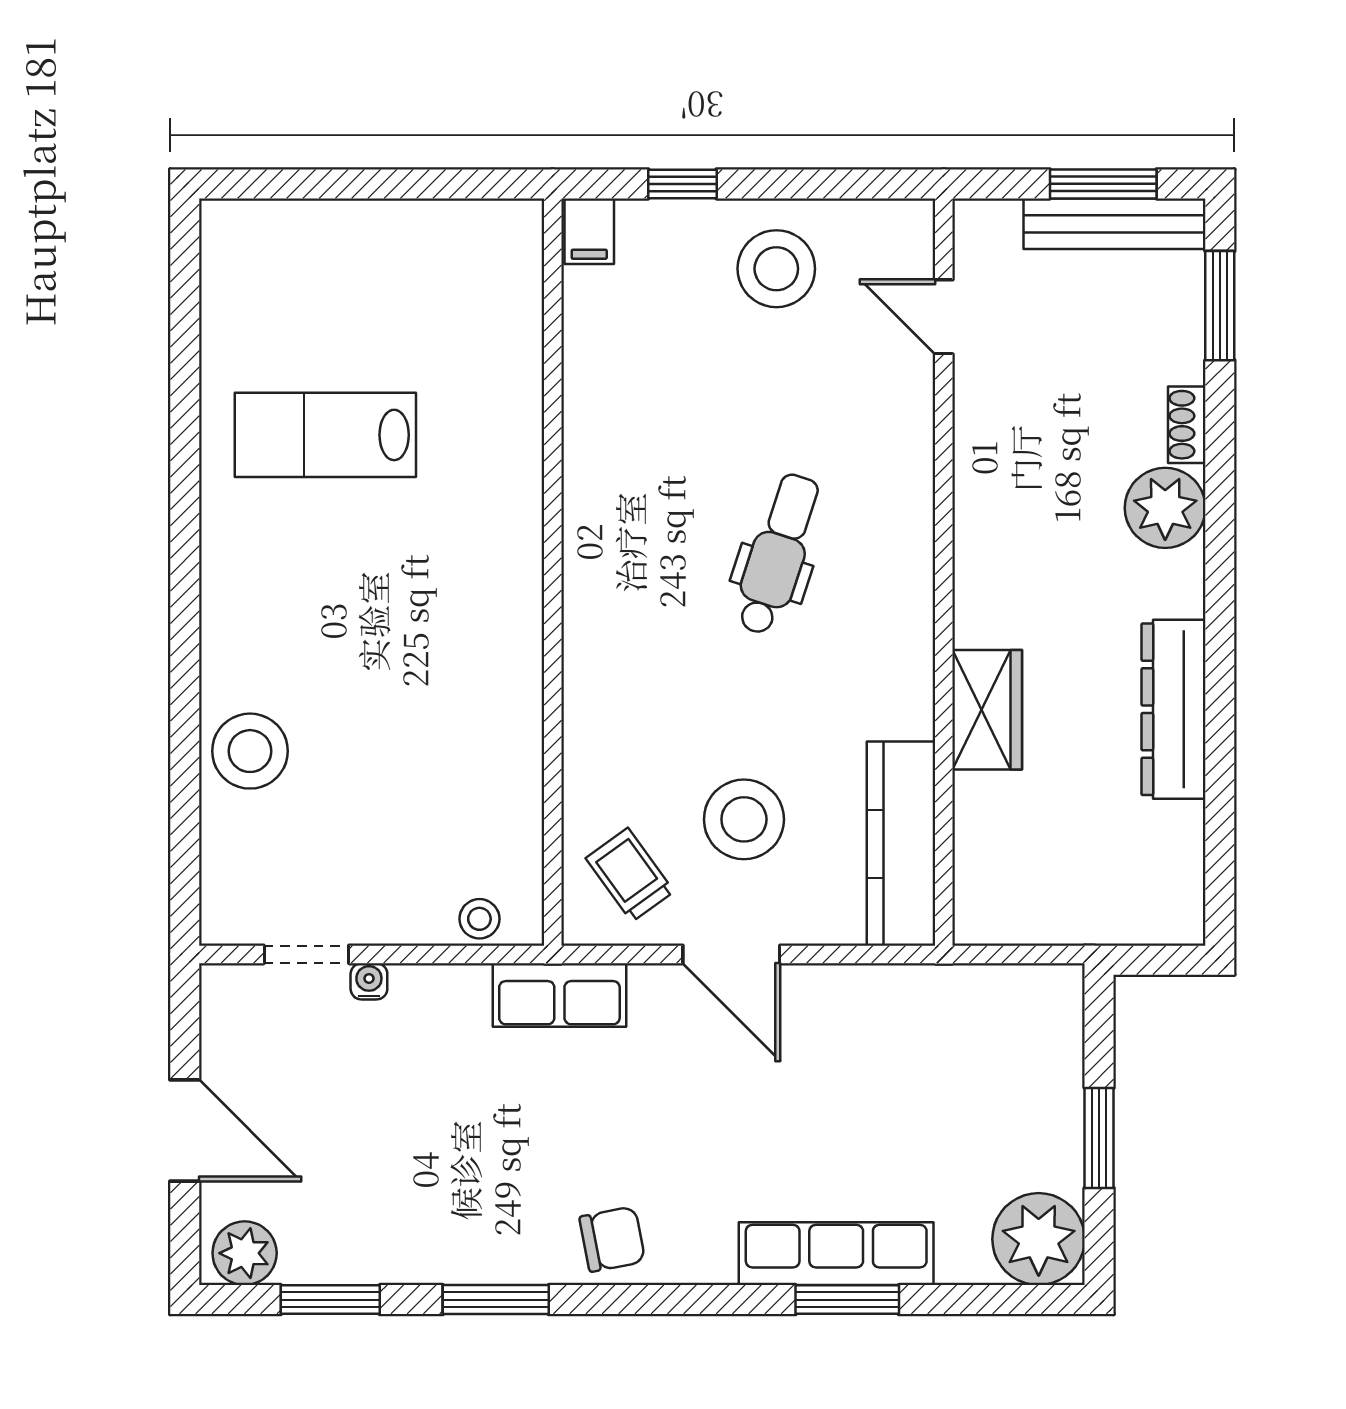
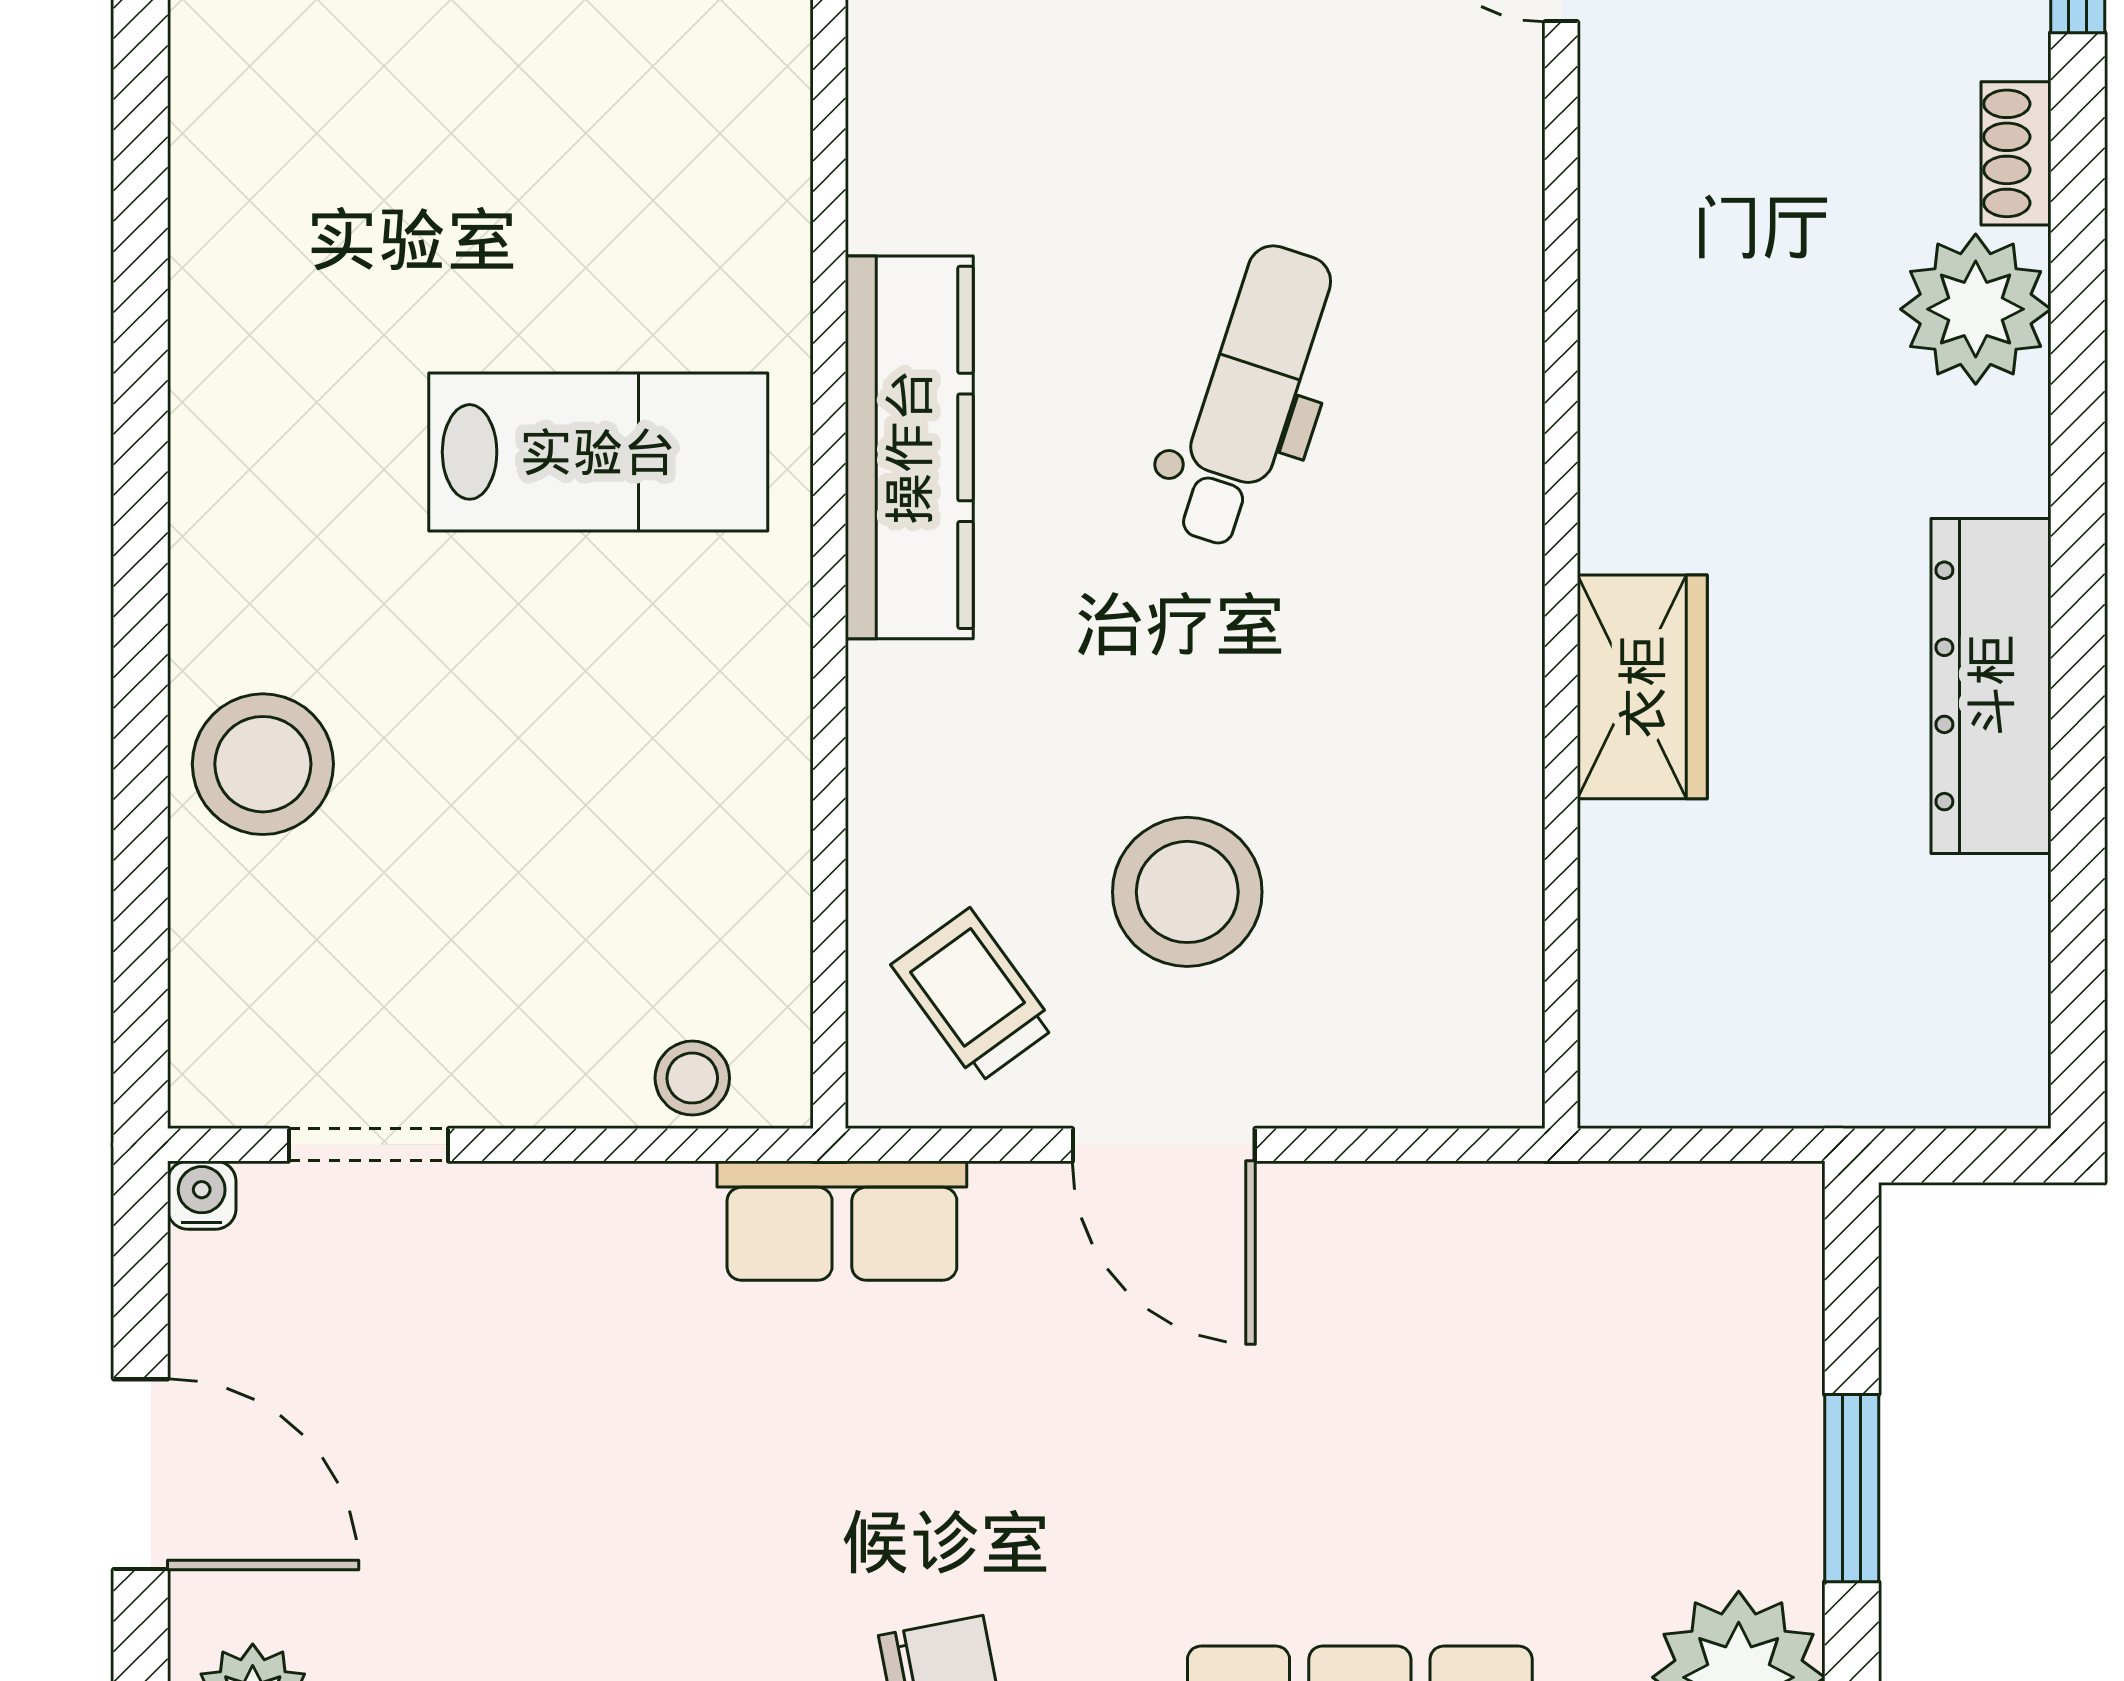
lab bench: (325, 435) -> (598, 452), moved, turned 180
kitchen counter: (901, 844) -> (909, 447), moved, turned 180
water cooler: (369, 981) -> (202, 1195), moved

